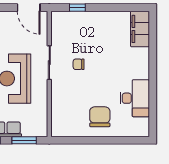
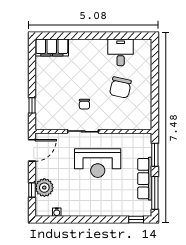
desk: (135, 98) -> (121, 52), width x0.73
chair: (100, 117) -> (120, 88), moved, turned -78

